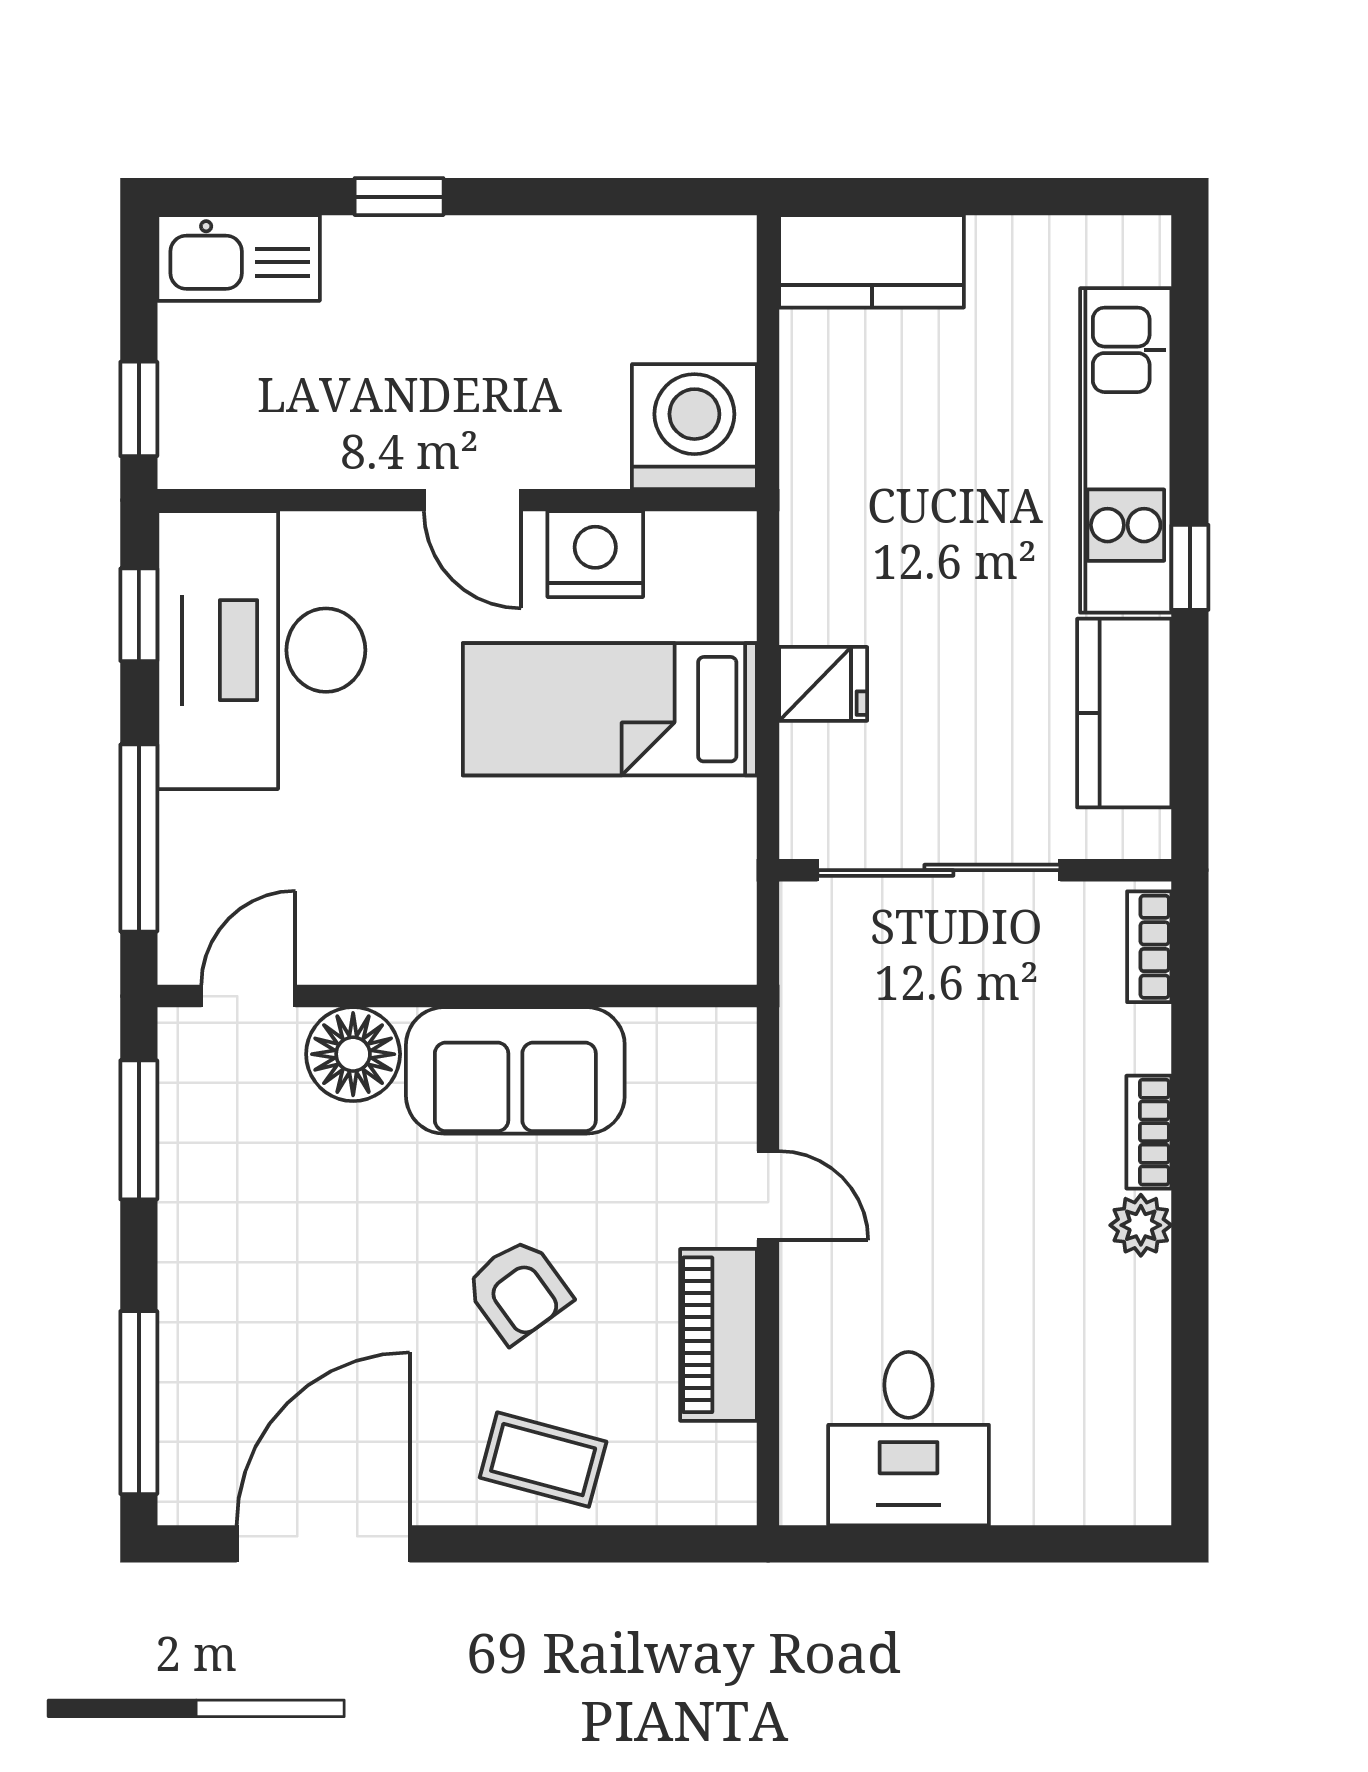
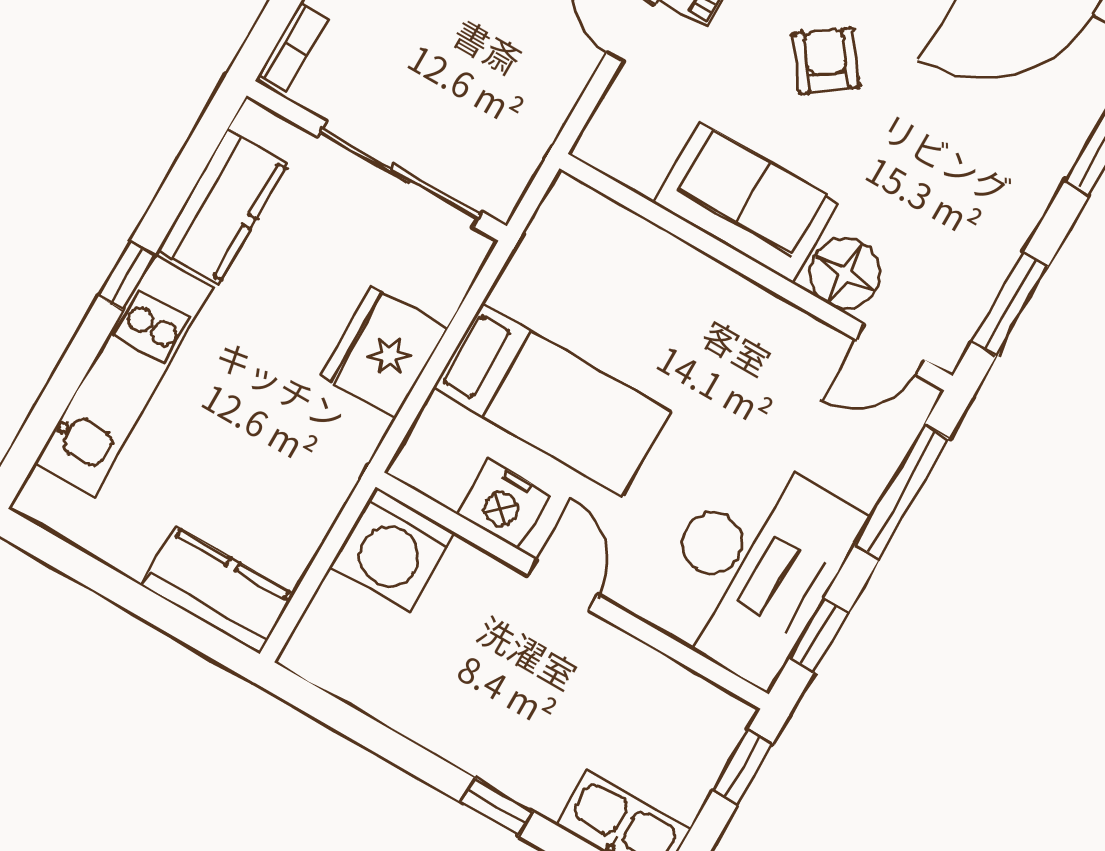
fridge: (823, 684) -> (384, 352), width x1.88, depth x1.34

